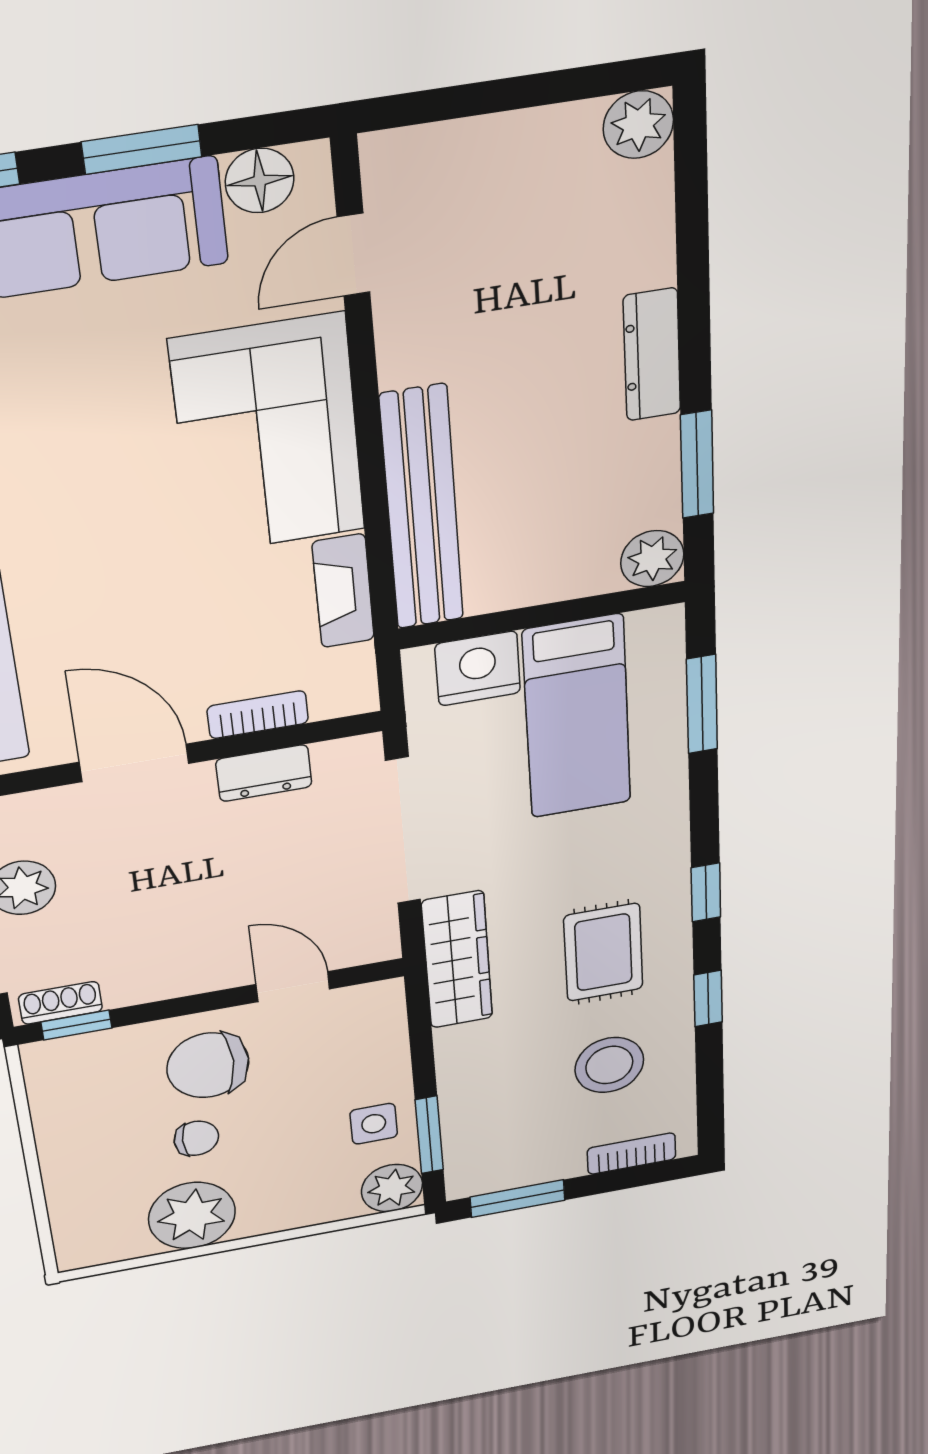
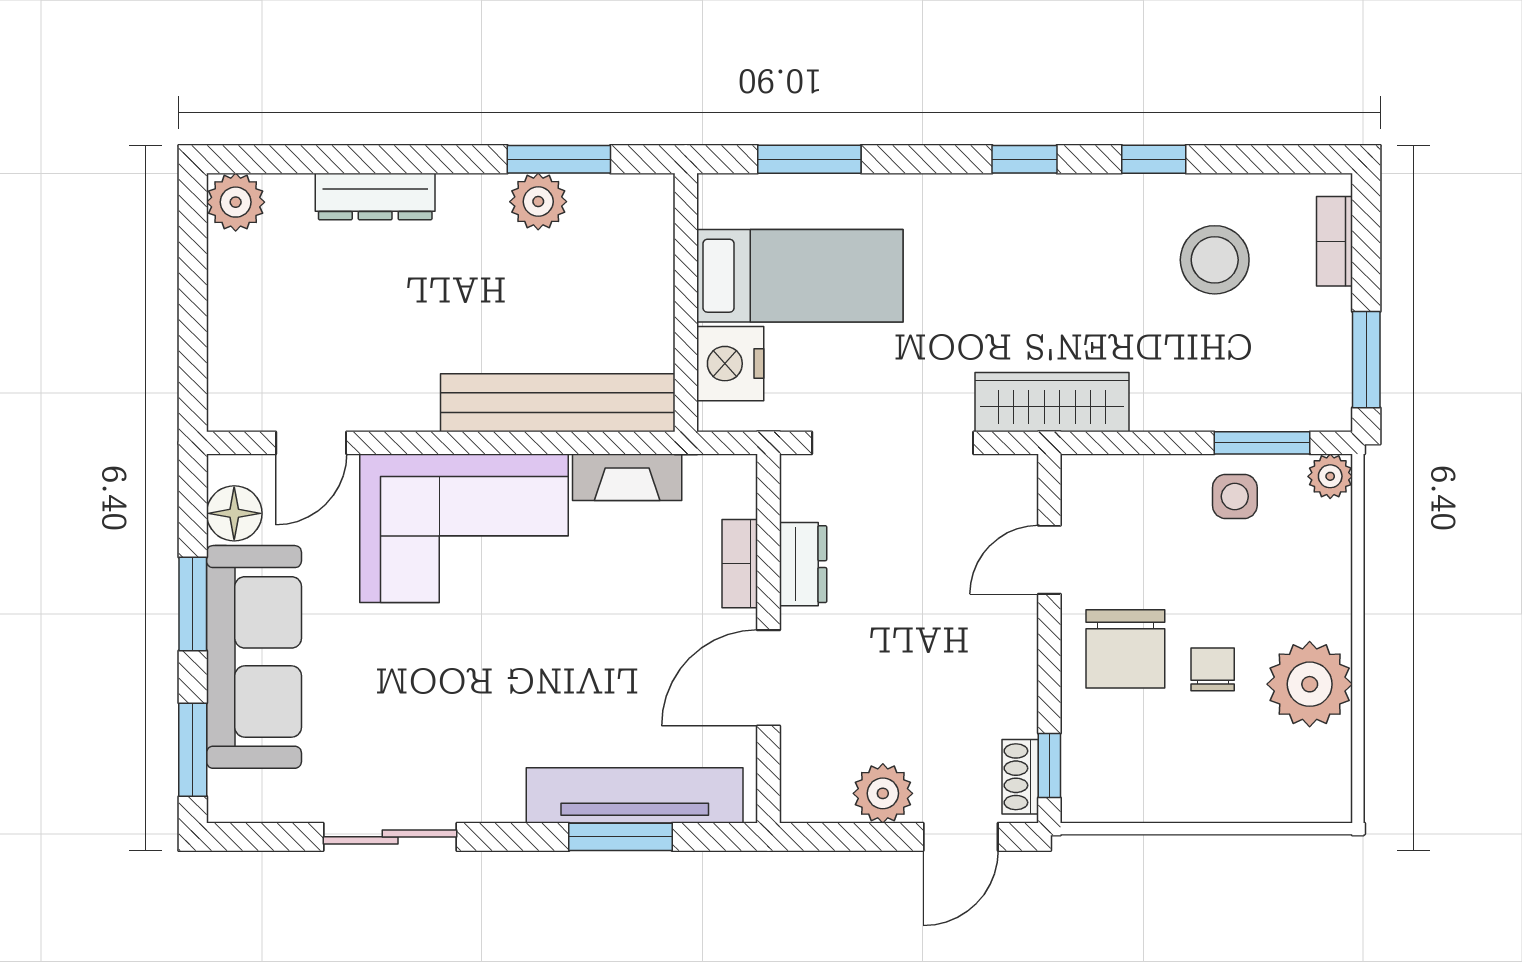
door: (354, 255) -> (311, 443), hinge flipped
dresser: (652, 355) -> (375, 196), moved
plant: (652, 559) -> (538, 202), moved
rug: (603, 952) -> (1074, 261), removed
plant: (392, 1188) -> (1330, 476), width x0.73, depth x0.73

